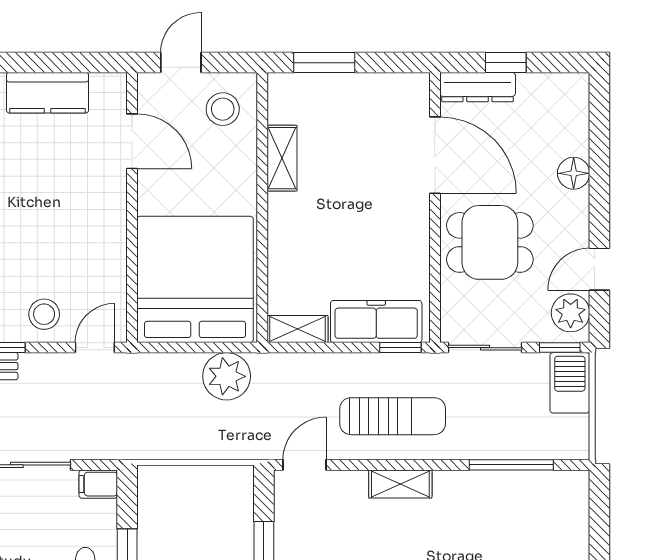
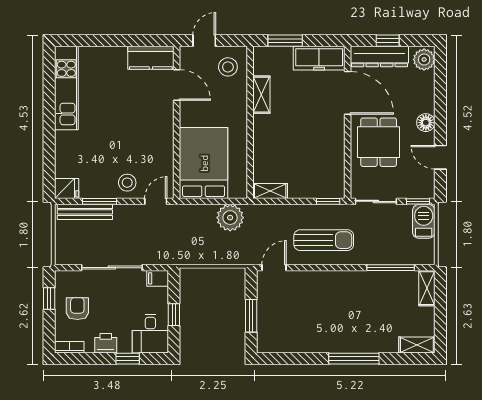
dresser: (478, 87) -> (379, 57), width x1.37, depth x1.24
kitchen counter: (48, 93) -> (151, 58), moved
floor lamp: (574, 173) -> (426, 123), moved
dining table: (490, 242) -> (379, 142), turned 90
door: (599, 269) -> (440, 157), hinge flipped
bed: (195, 279) -> (204, 163), width x0.73
plant: (571, 313) -> (424, 59), moved
freezer: (376, 322) -> (319, 58), moved, turned 180
shelving: (400, 484) -> (427, 288), moved, turned 90

